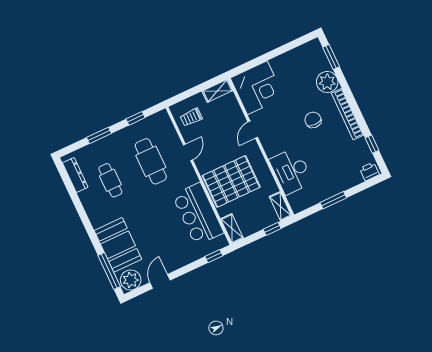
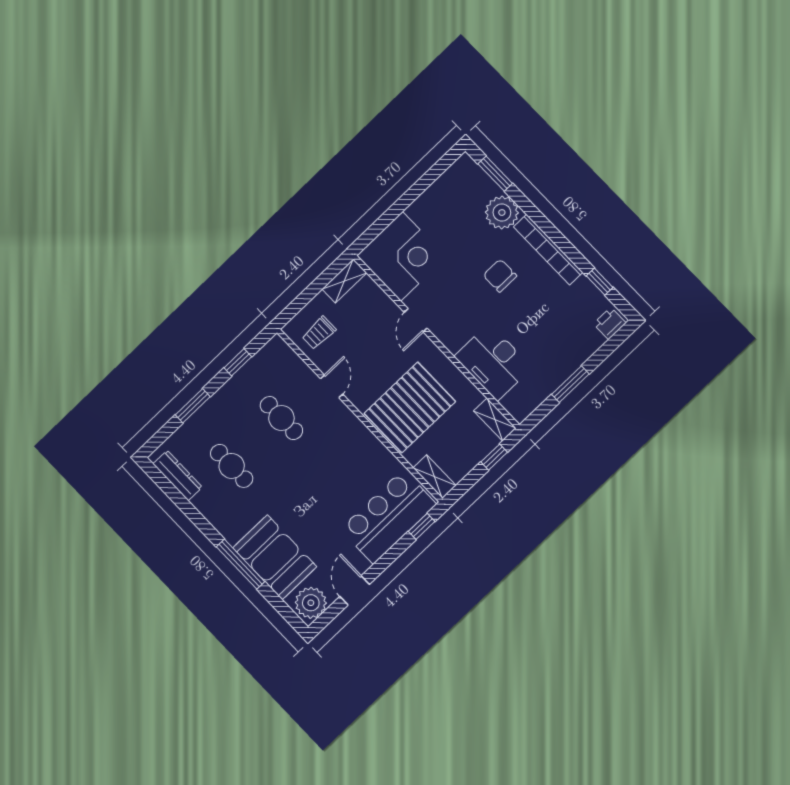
cafe table: (151, 161) -> (281, 418), width x0.73, depth x0.74
bar counter: (198, 214) -> (388, 517), moved, turned 90
window: (109, 271) -> (241, 564), moved

